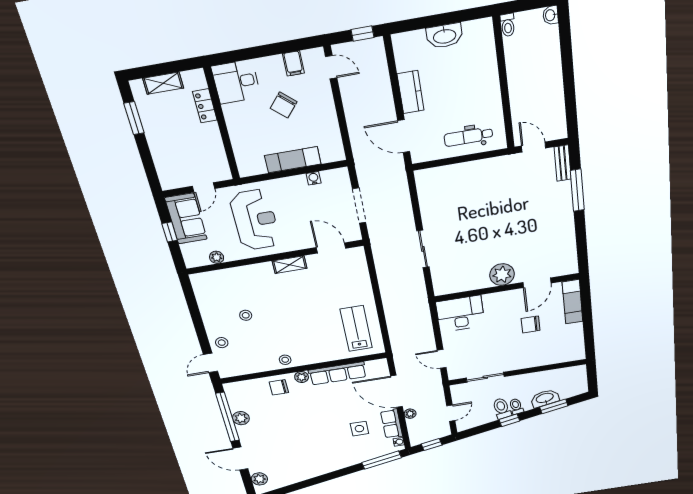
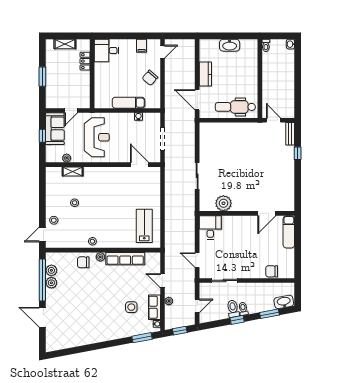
window: (362, 33) -> (184, 36), removed
door: (331, 67) -> (162, 52), hinge flipped
chair: (284, 105) -> (150, 78), moved
window: (134, 118) -> (42, 77), moved
dental chair: (468, 137) -> (235, 107), width x1.36, depth x1.38
window: (577, 190) -> (298, 153), width x0.46
shelving: (290, 265) -> (73, 171), moved
plant: (502, 275) -> (223, 203), moved
desk: (460, 314) -> (210, 227), width x0.73
chair: (531, 325) -> (272, 271), moved
door: (397, 391) -> (162, 281), width x0.53
washbasin: (545, 398) -> (284, 302), moved
window: (382, 460) -> (142, 338), width x0.69
plant: (259, 479) -> (51, 270), moved

